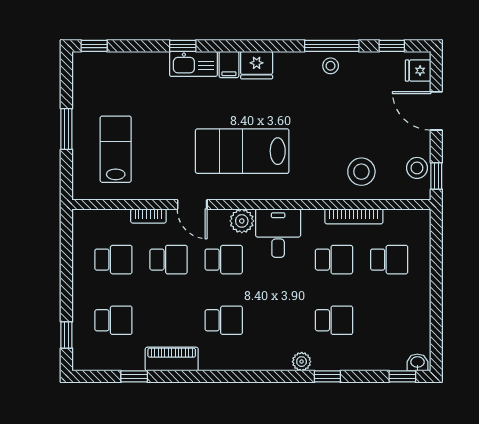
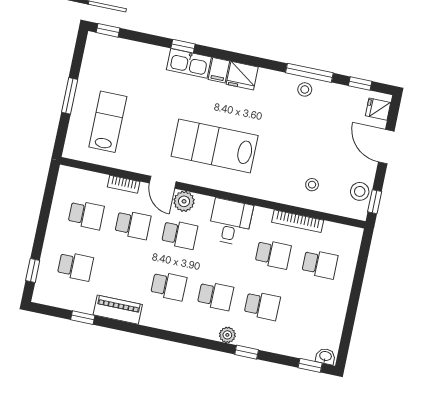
stool: (361, 172) -> (312, 185), width x0.53, depth x0.53
plant: (242, 221) -> (184, 201), moved
school desk: (279, 320) -> (215, 296), added

